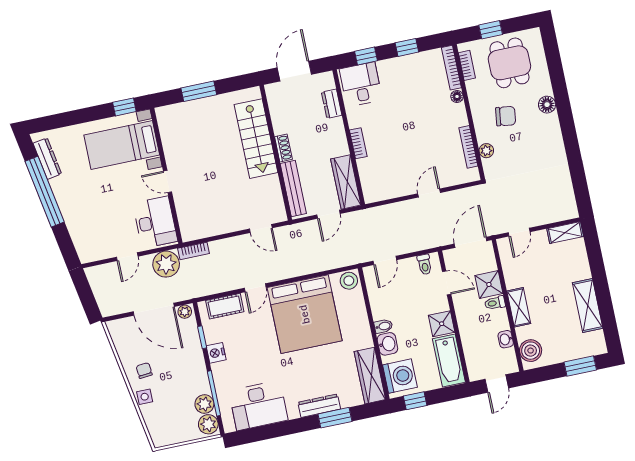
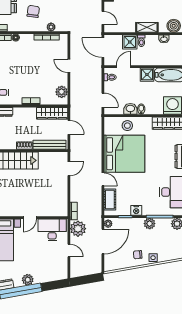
plant: (384, 190) -> (62, 92), added
plant: (65, 199) -> (28, 280), added
stool: (349, 281) -> (127, 126), moved
washbasin: (387, 344) -> (130, 109), moved
plant: (204, 404) -> (150, 224), moved

